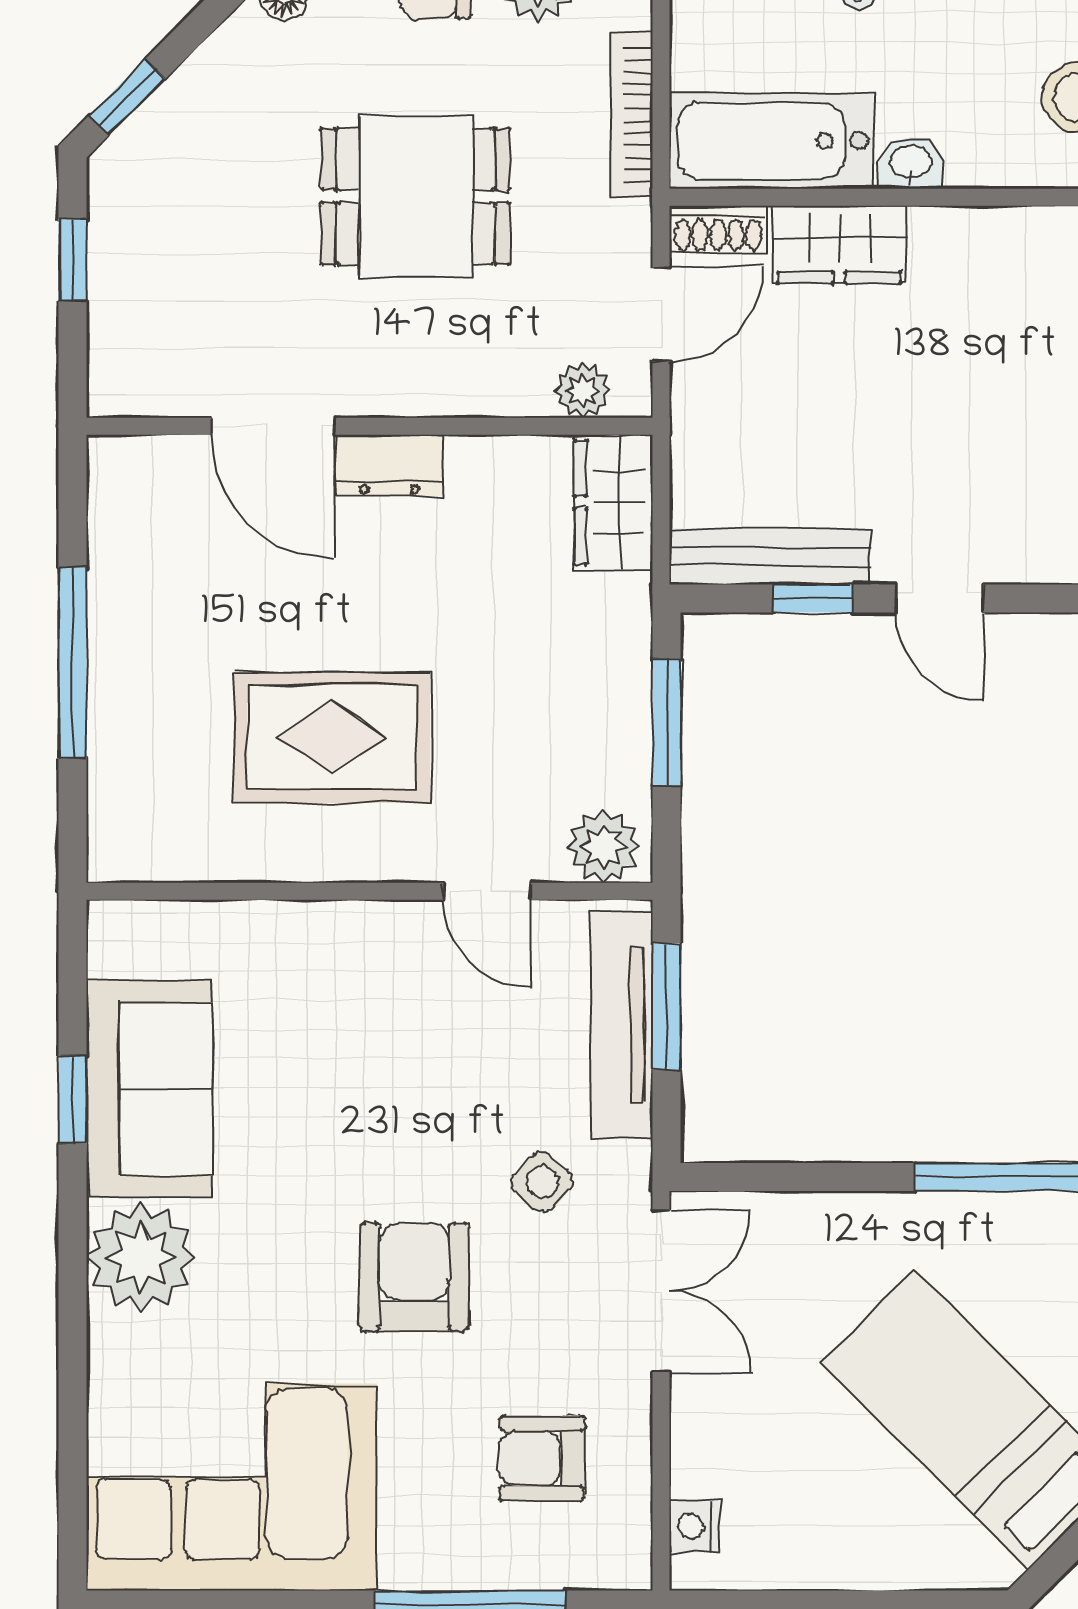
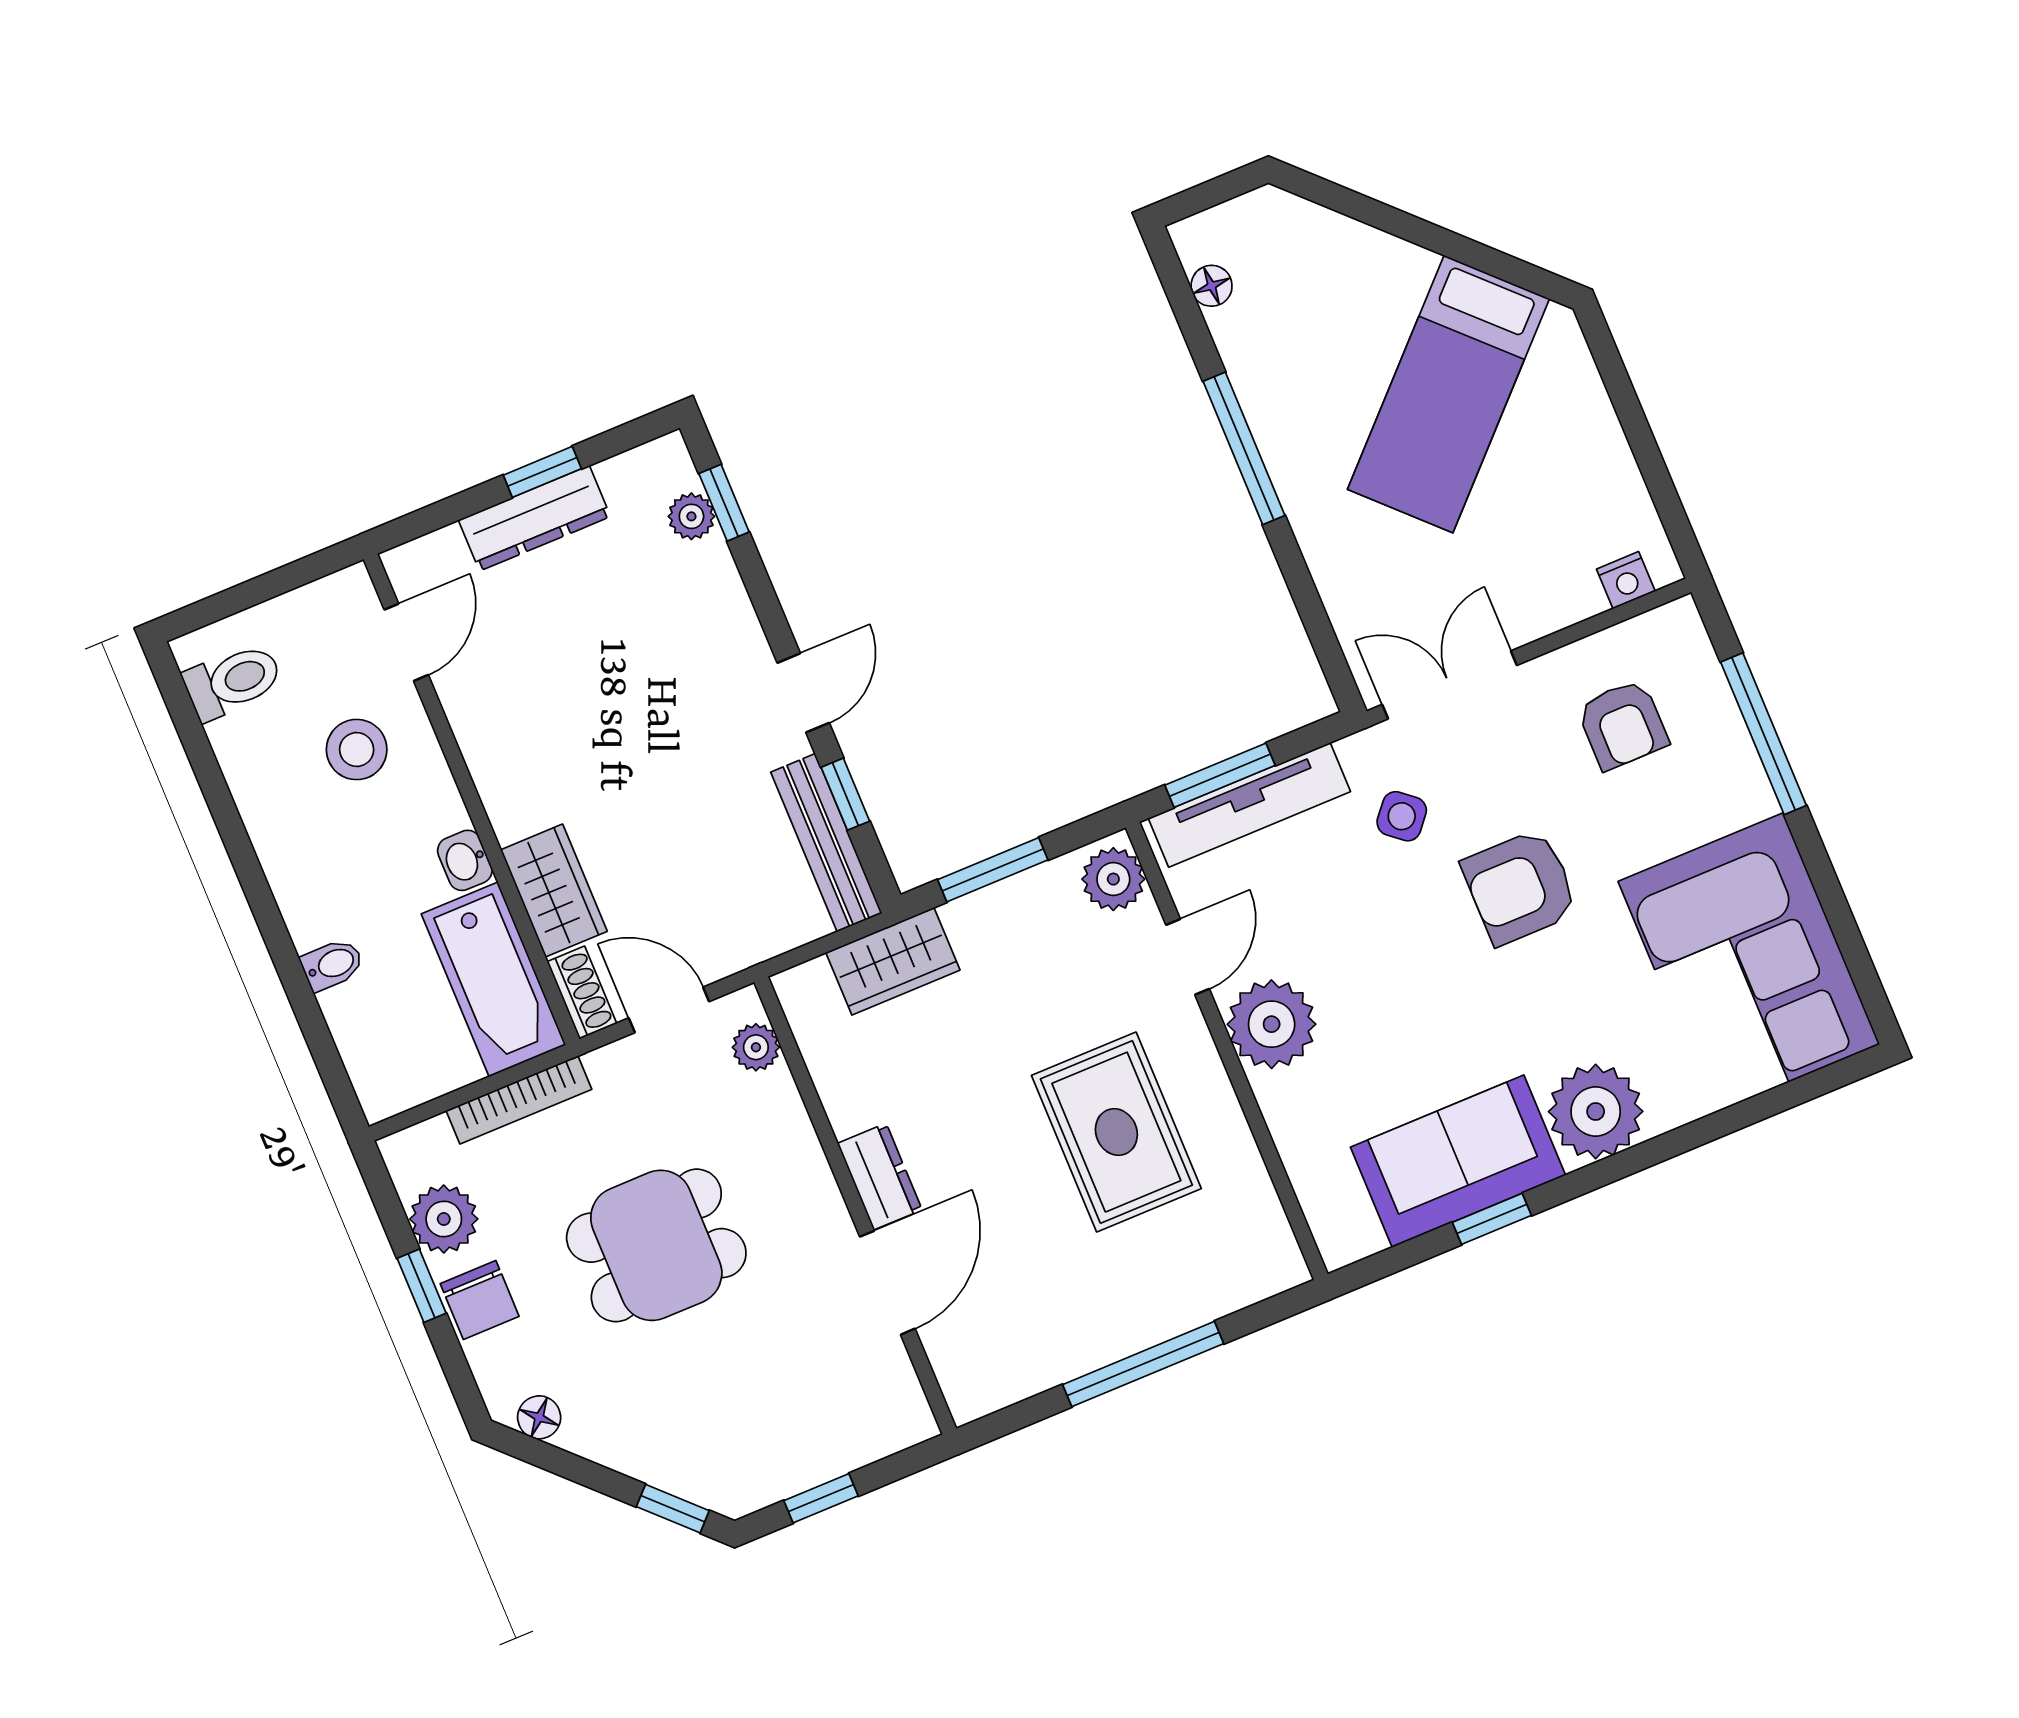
dining table: (415, 196) -> (656, 1245), turned 90
wardrobe: (613, 502) -> (893, 961), moved
plant: (378, 951) -> (1272, 1024), added

